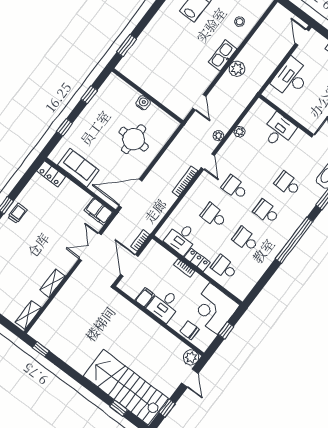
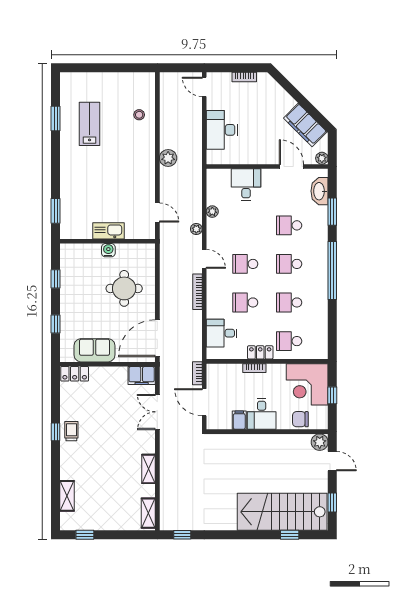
kitchen sink: (223, 56) -> (108, 231), moved, turned 90
desk: (181, 238) -> (222, 333), moved, turned 90

